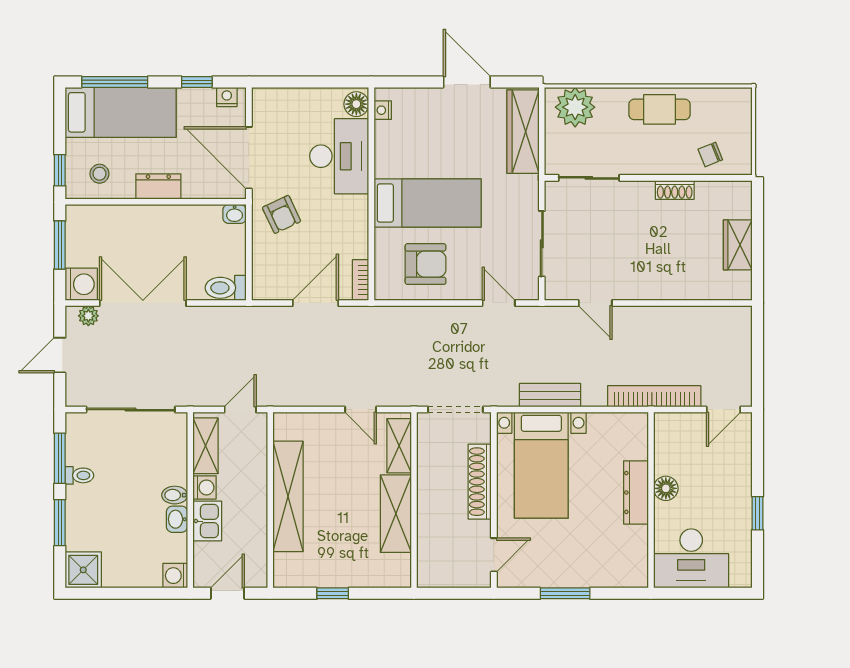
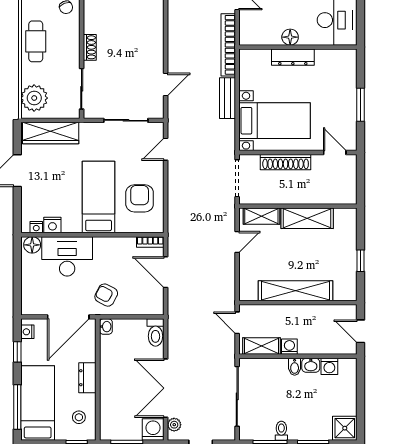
nightstand: (386, 134) -> (52, 225), added
shoe rack: (675, 190) -> (90, 47), moved
armchair: (282, 214) -> (106, 295), turned -127
bench: (550, 395) -> (228, 98), moved
kitchen sink: (207, 521) -> (312, 345), removed
washing machine: (175, 576) -> (329, 366), moved

